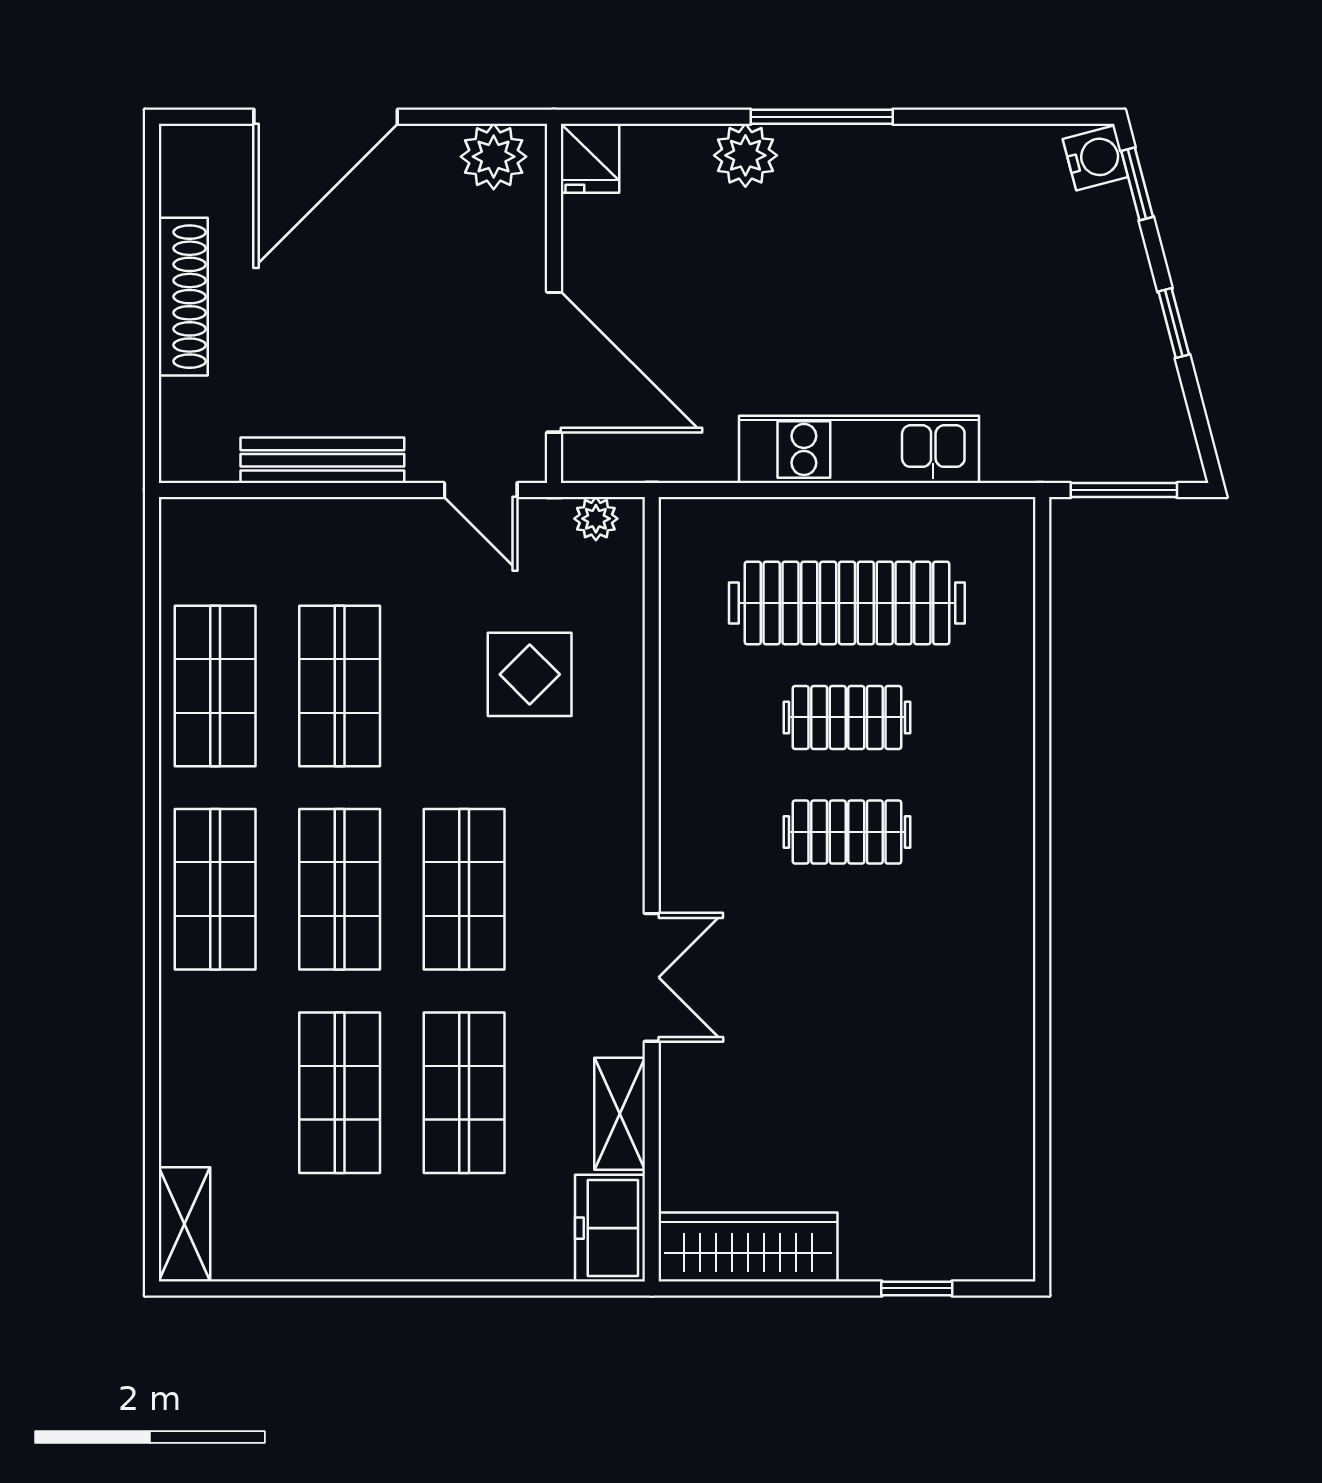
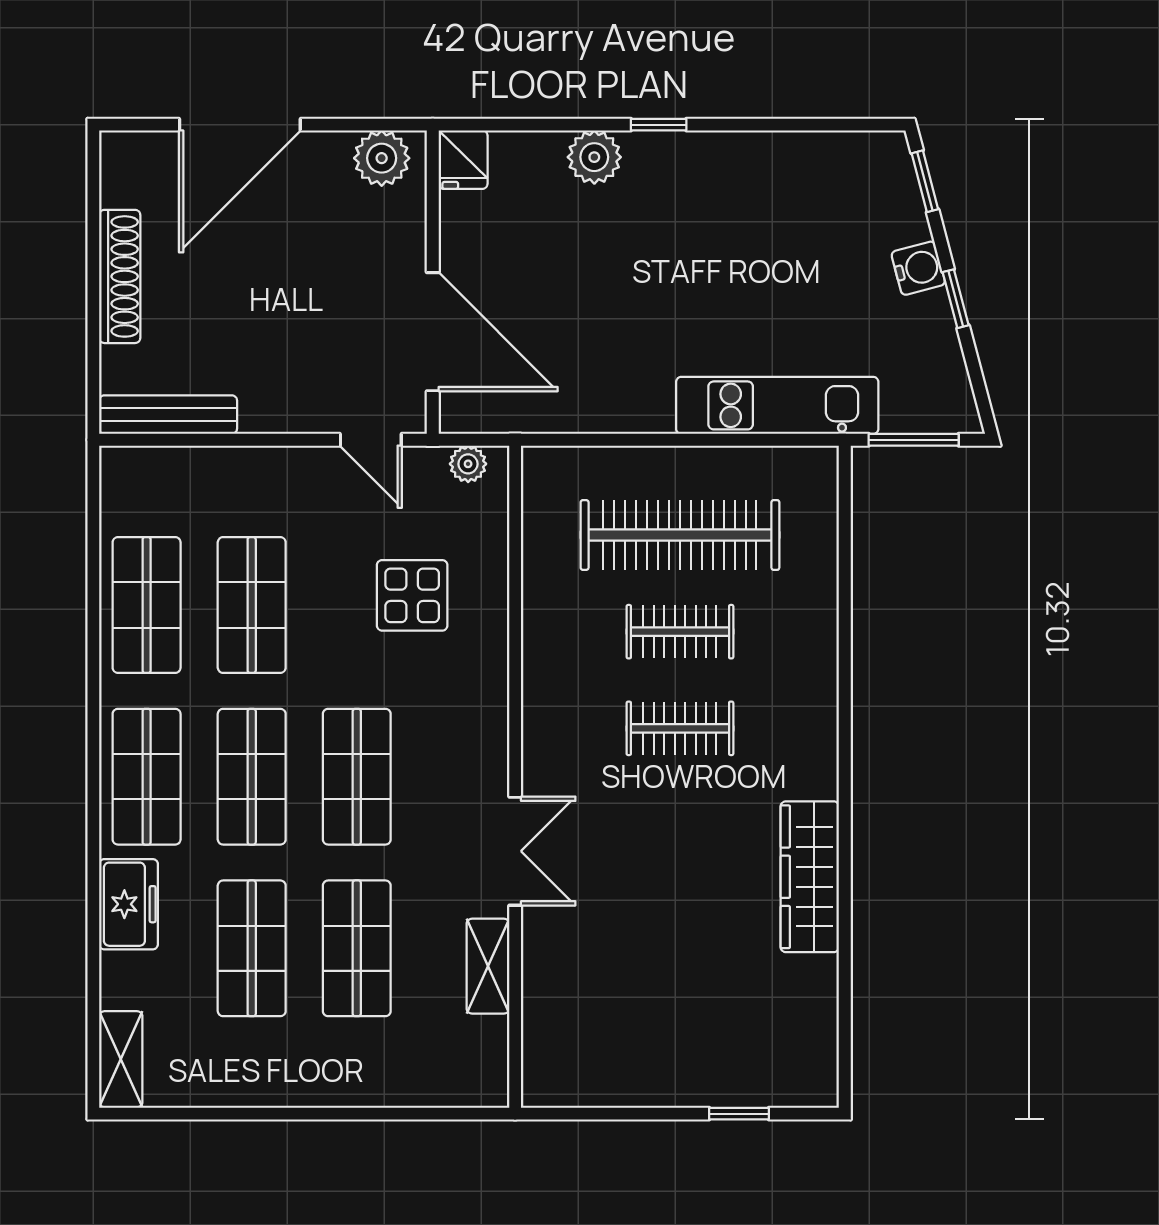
window: (822, 117) -> (659, 125), width x0.46
water cooler: (1095, 158) -> (918, 268), moved
kitchen unit: (859, 449) -> (777, 405), moved
bench: (322, 460) -> (168, 415), moved
freezer: (610, 1228) -> (129, 904), moved, turned 180
wardrobe: (748, 1247) -> (810, 877), moved, turned -90

